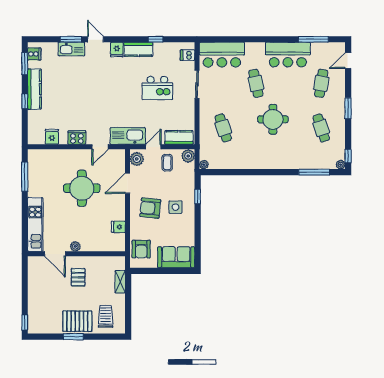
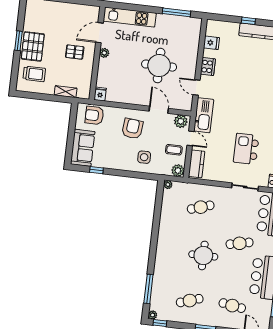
window: (198, 197) -> (96, 170), moved
side table: (175, 207) -> (144, 157), moved
fridge: (118, 227) -> (100, 94), moved

